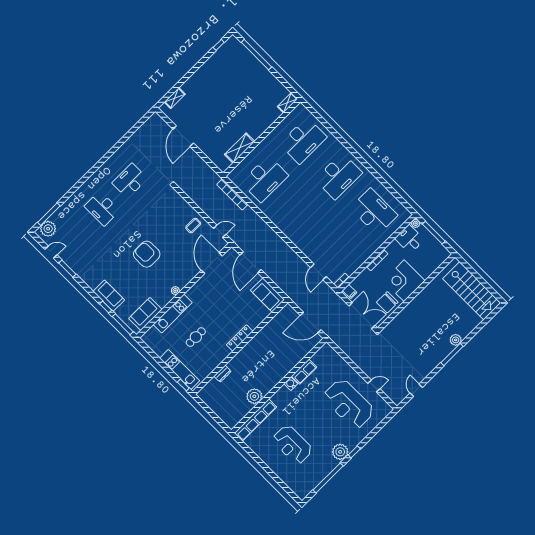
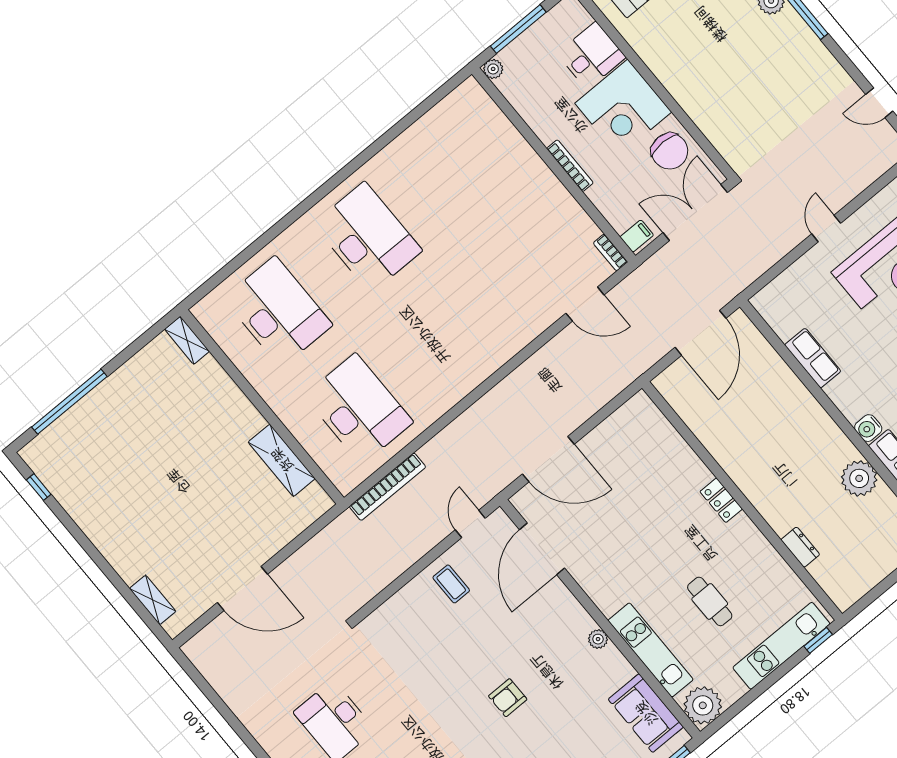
desk: (374, 212) -> (457, 163), removed
desk: (410, 239) -> (591, 55), moved, turned 180
armchair: (147, 254) -> (508, 698), width x0.53, depth x0.53
door: (212, 263) -> (542, 549), hinge flipped
sofa: (268, 295) -> (628, 427), removed
plant: (151, 338) -> (703, 705), added
locker: (240, 338) -> (721, 500), width x0.66
water cooler: (291, 384) -> (868, 428), moved
door: (374, 386) -> (826, 228), moved

